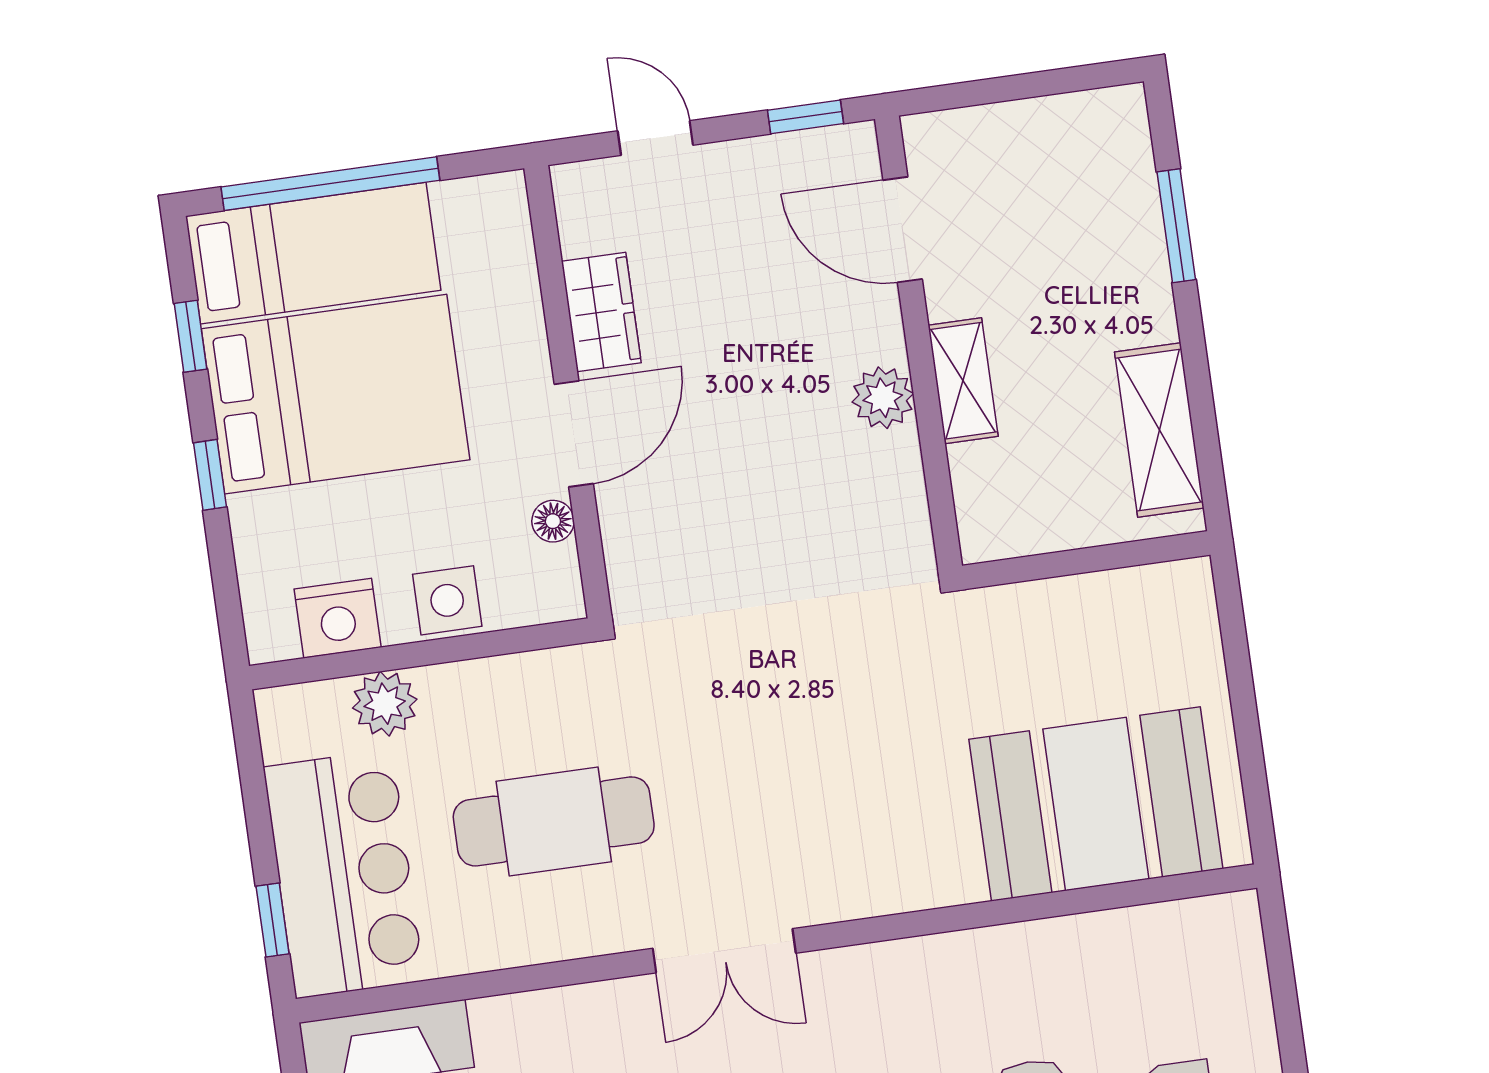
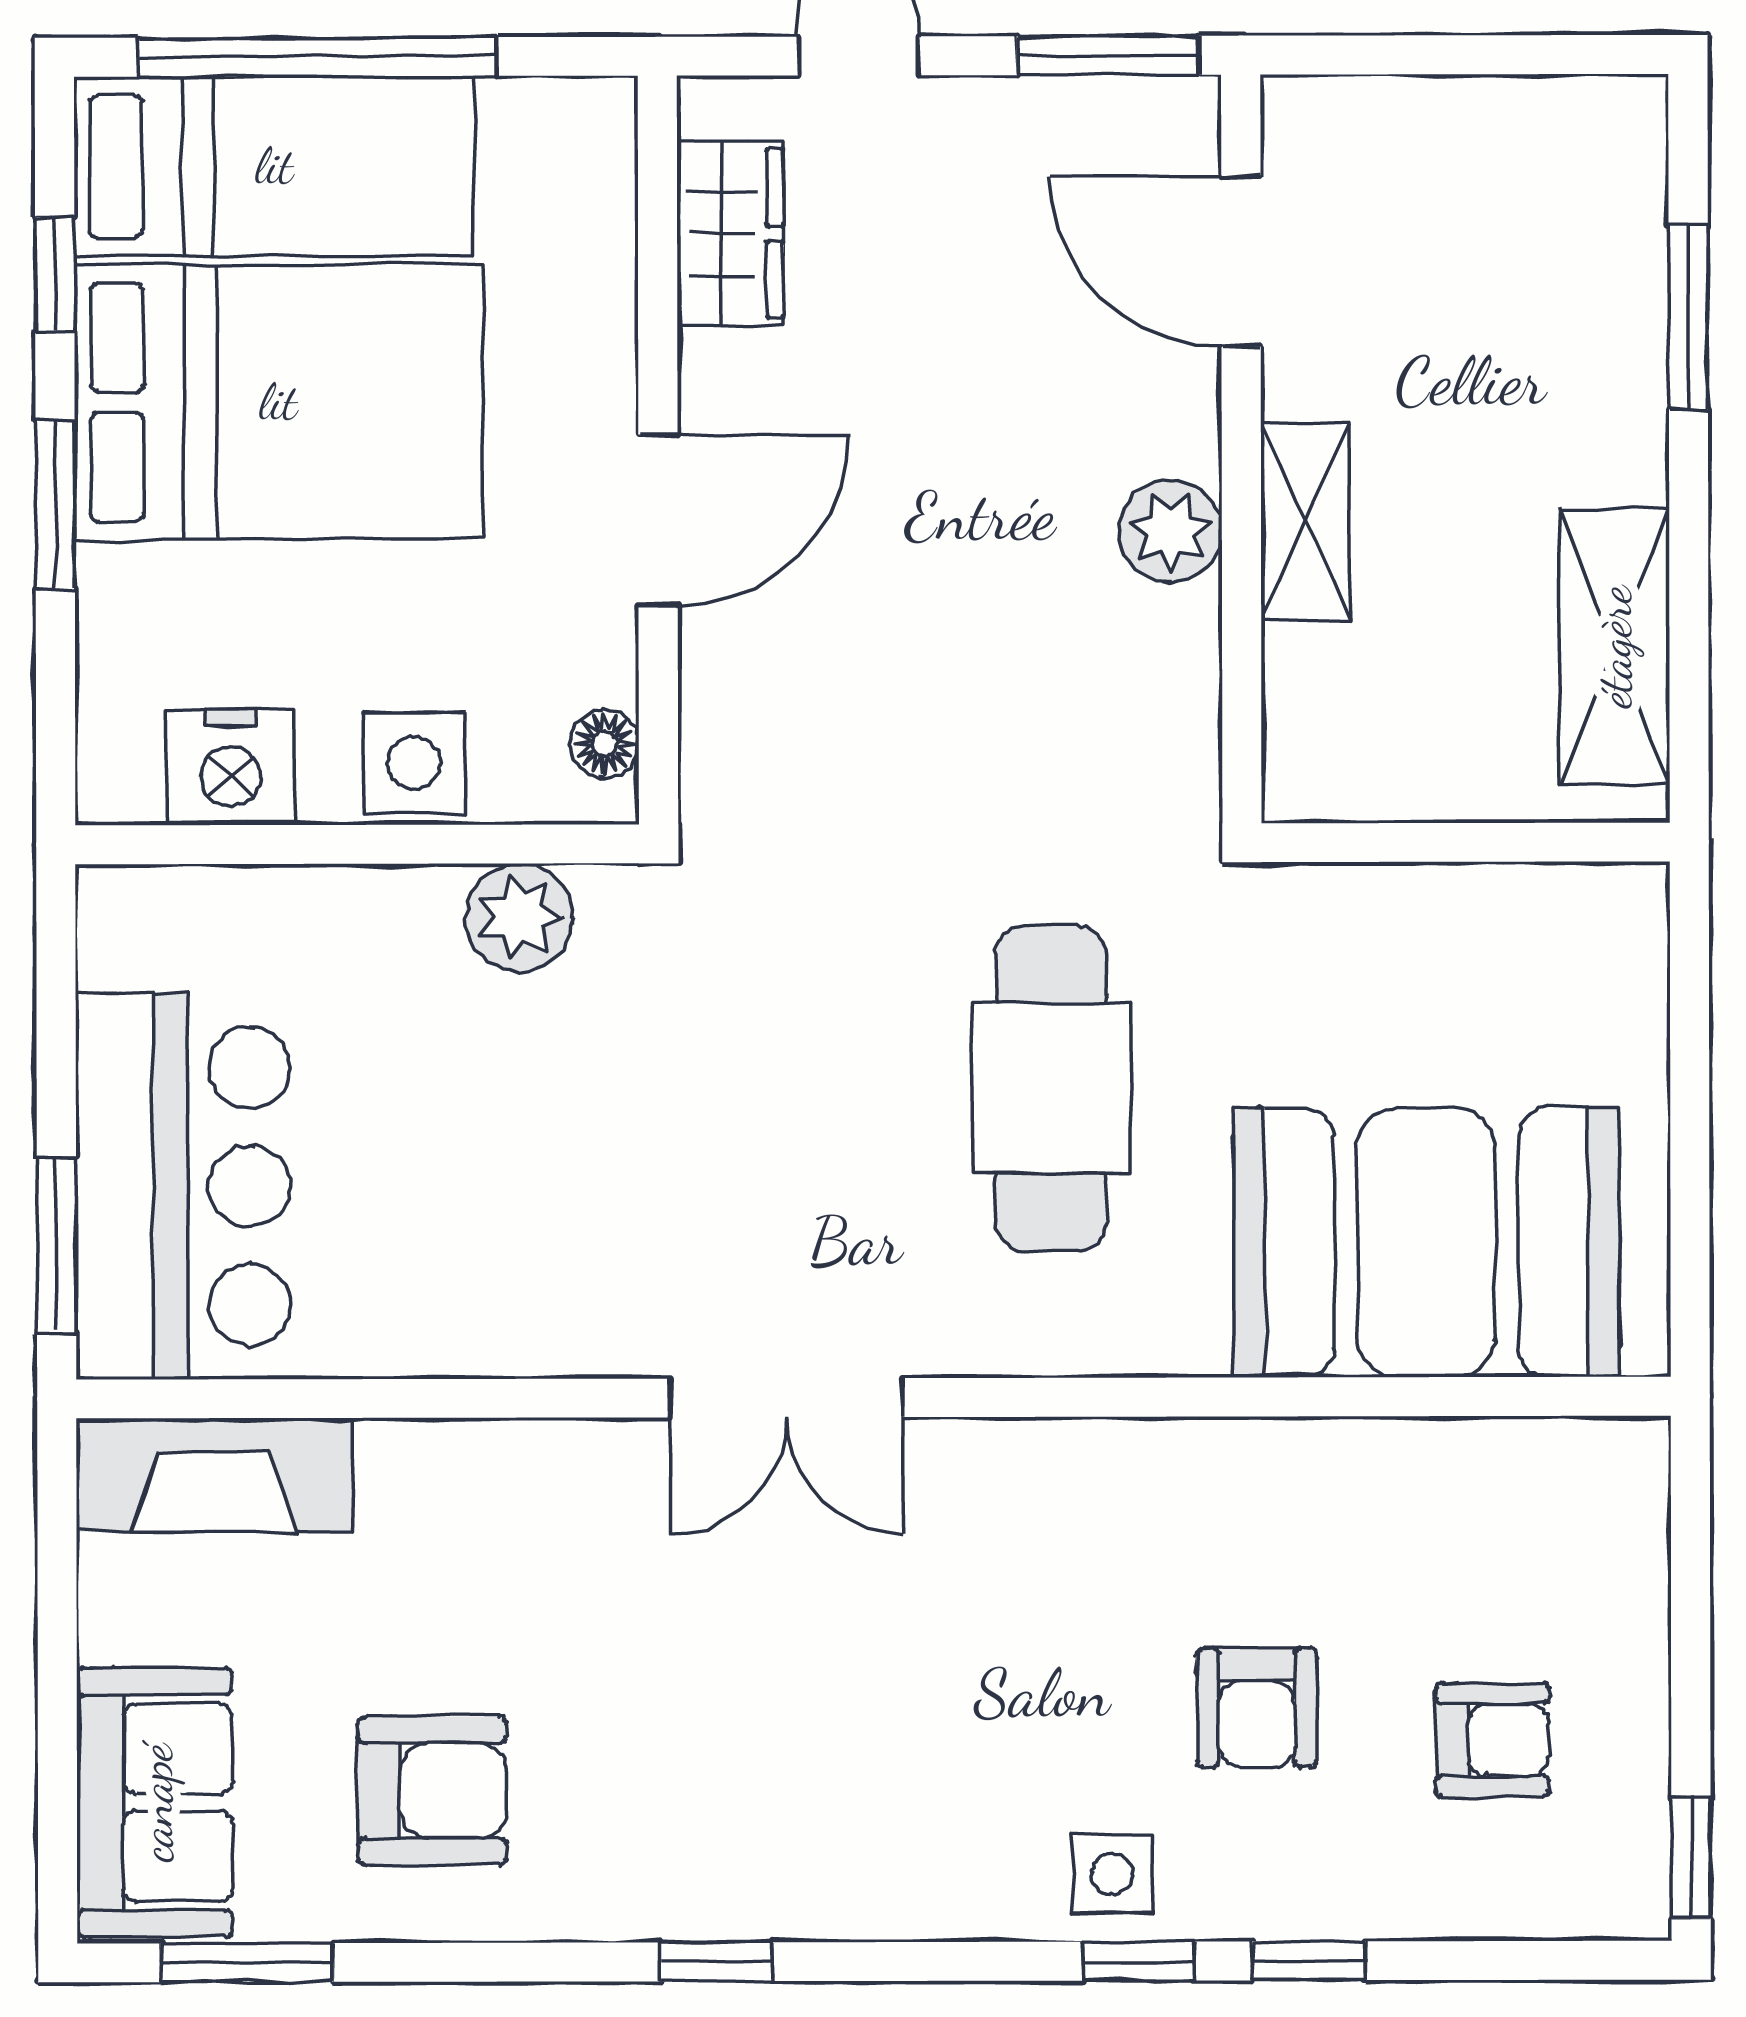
window: (805, 117) -> (1108, 55), width x1.50
wardrobe: (601, 312) -> (730, 233), moved
window: (210, 475) -> (55, 505), width x1.50
floor lamp: (553, 521) -> (604, 744), moved
plant: (385, 704) -> (519, 917), moved
cafe table: (554, 821) -> (1051, 1088), moved, turned 90
window: (273, 920) -> (56, 1245), width x1.50

